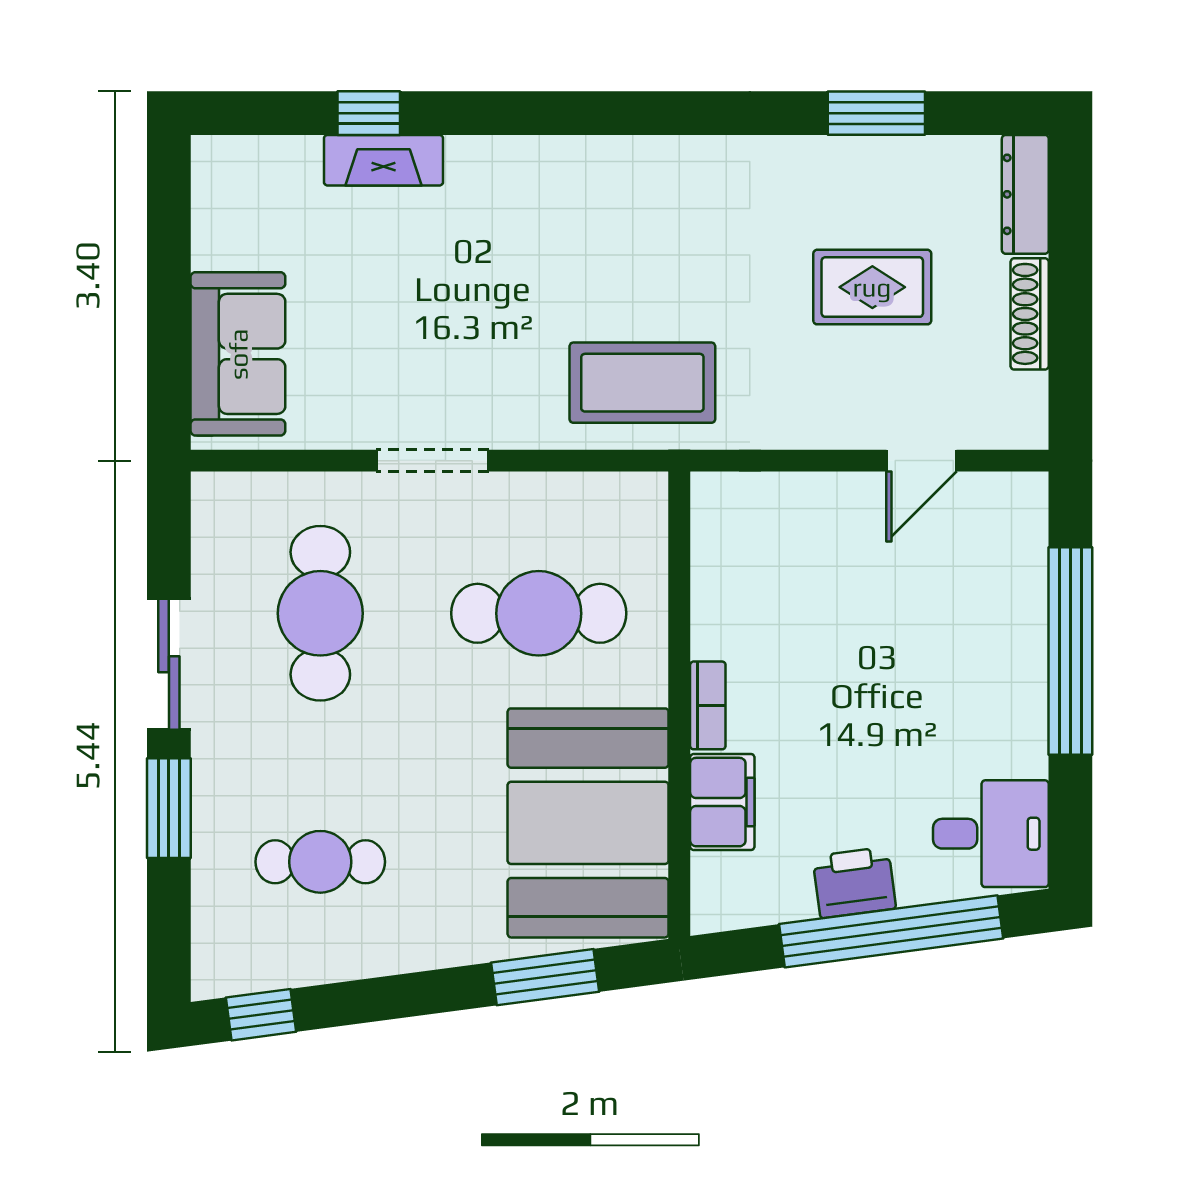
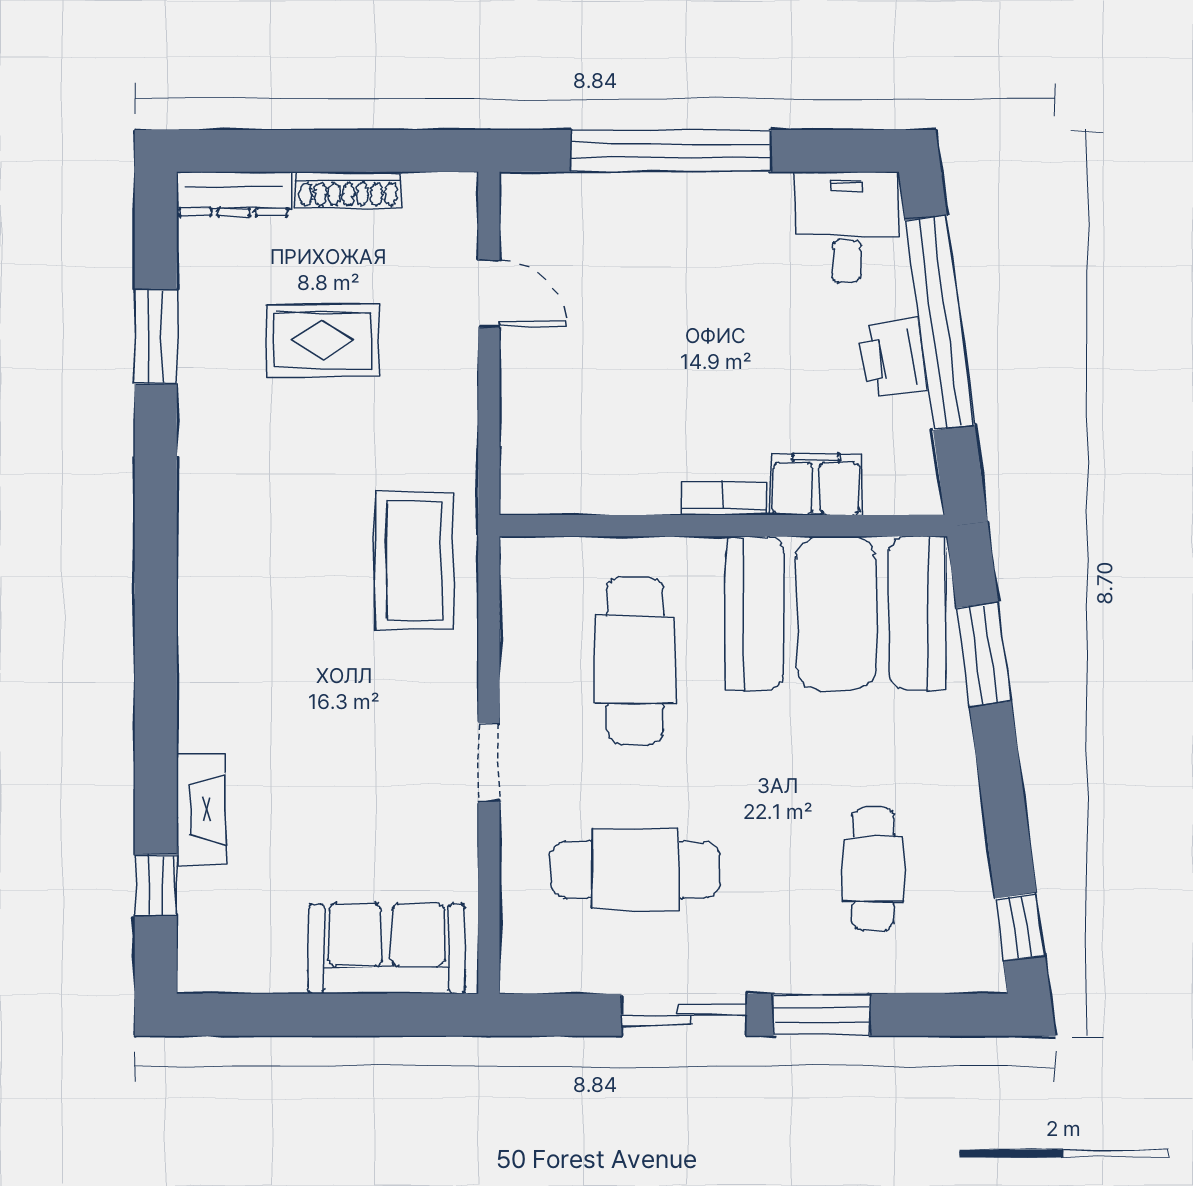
window: (369, 113) -> (156, 885), moved
rug: (872, 287) -> (323, 341), turned 90
doorway: (432, 461) -> (489, 762), width x0.73

